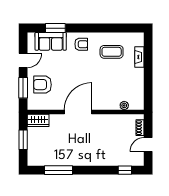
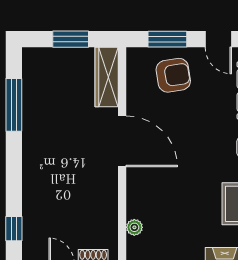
armchair: (43, 85) -> (173, 75), turned 81
wardrobe: (38, 120) -> (107, 77), width x1.50

